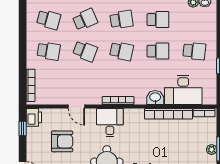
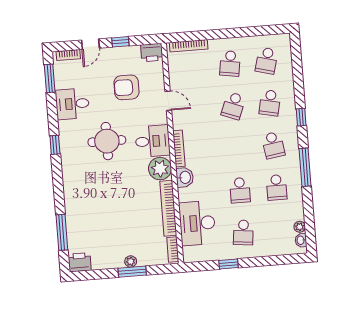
school desk: (85, 20) -> (270, 103), turned 36
school desk: (121, 51) -> (237, 148), removed
washbasin: (155, 98) -> (185, 177), moved
door: (76, 106) -> (168, 101), swing flipped
plant: (134, 118) -> (160, 169), added
window: (23, 129) -> (120, 42), moved
armchair: (62, 141) -> (126, 87), turned 90

